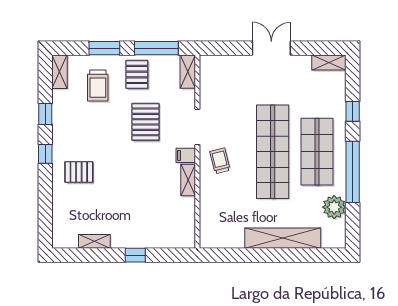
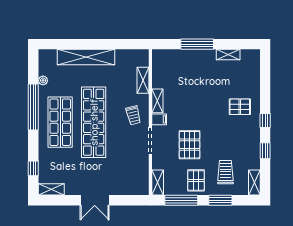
window: (353, 111) -> (33, 168), moved
shelving: (207, 207) -> (143, 80), added
plant: (334, 207) -> (43, 80), width x0.53, depth x0.53
window: (135, 255) -> (197, 44), width x2.17

